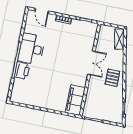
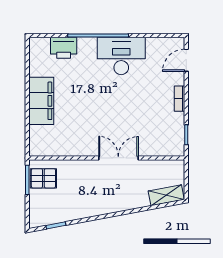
double door: (91, 63) -> (118, 158), swing flipped
printer: (22, 71) -> (64, 48), moved
pallet: (112, 78) -> (43, 178), moved
filing cabinet: (75, 100) -> (41, 101), moved, turned 90

